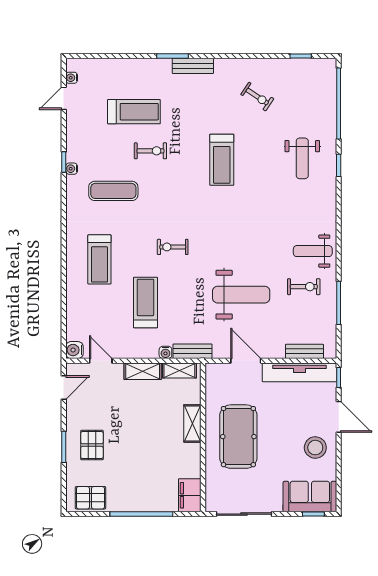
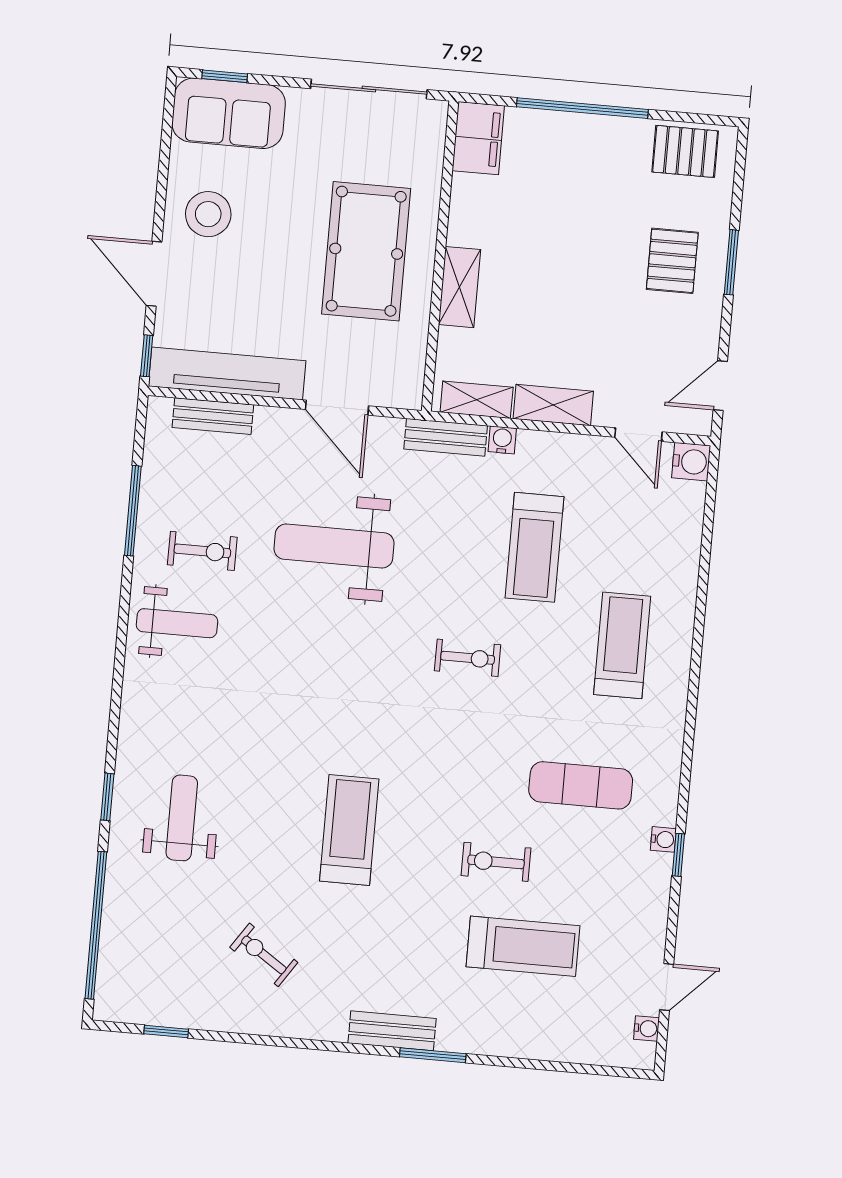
treadmill: (134, 112) -> (523, 946), turned 180
exercise bike: (304, 287) -> (202, 551), turned 180

